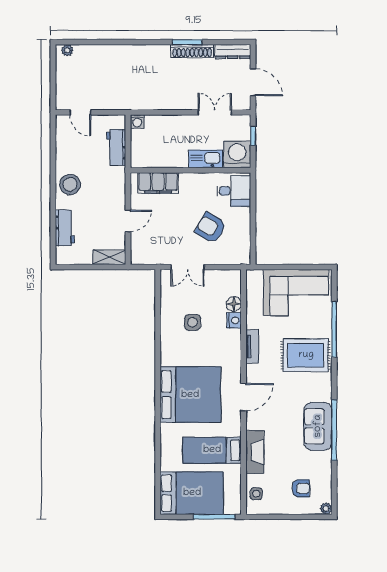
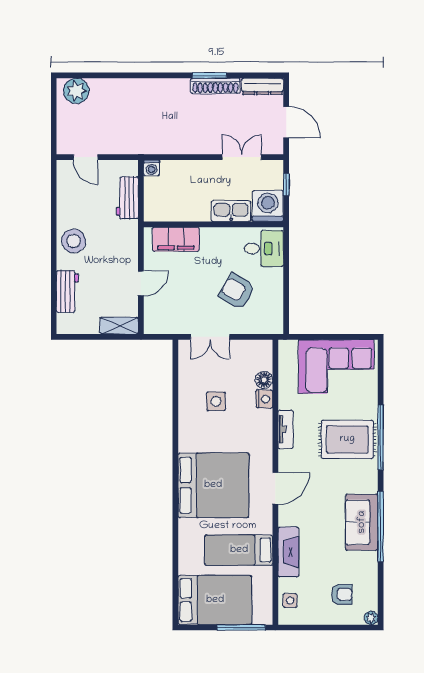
plant: (67, 50) -> (76, 91), width x1.87, depth x1.87
window: (334, 329) -> (381, 437), moved

